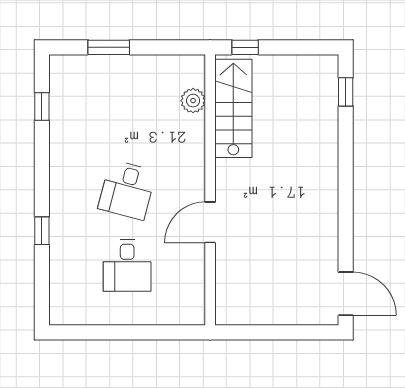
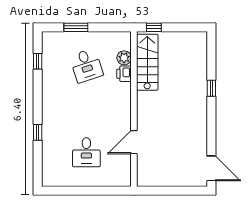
window: (346, 92) -> (211, 88), moved
printer: (193, 128) -> (124, 74), added
desk: (127, 190) -> (86, 66), moved, turned -33
door: (210, 222) -> (134, 142), moved

